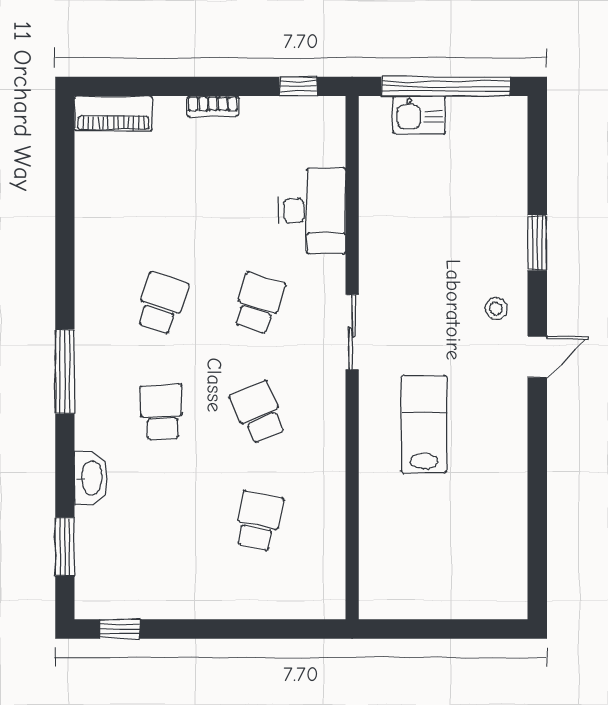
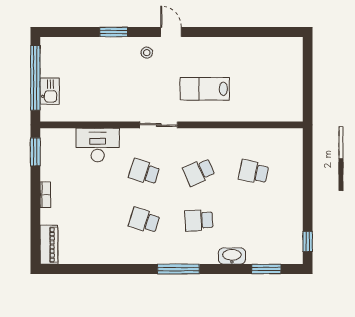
window: (298, 86) -> (35, 152), width x1.50

